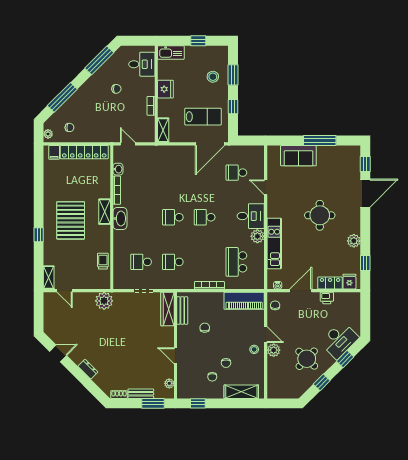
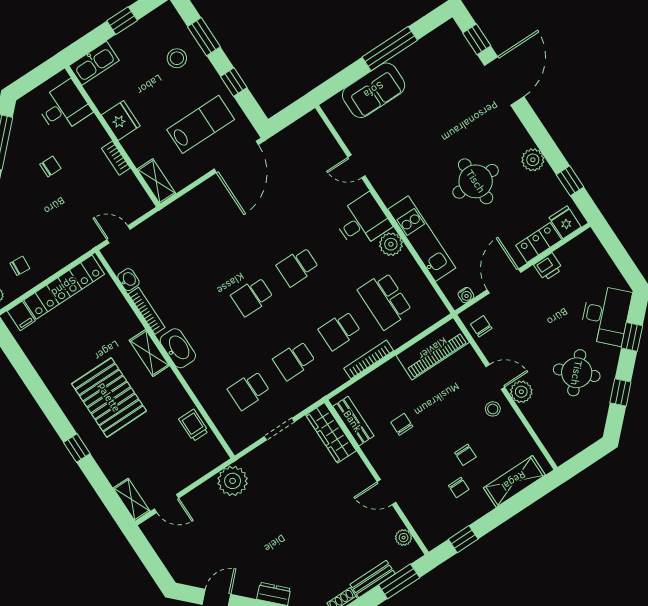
school desk: (236, 173) -> (340, 331), moved
round table: (320, 215) -> (476, 181), moved

